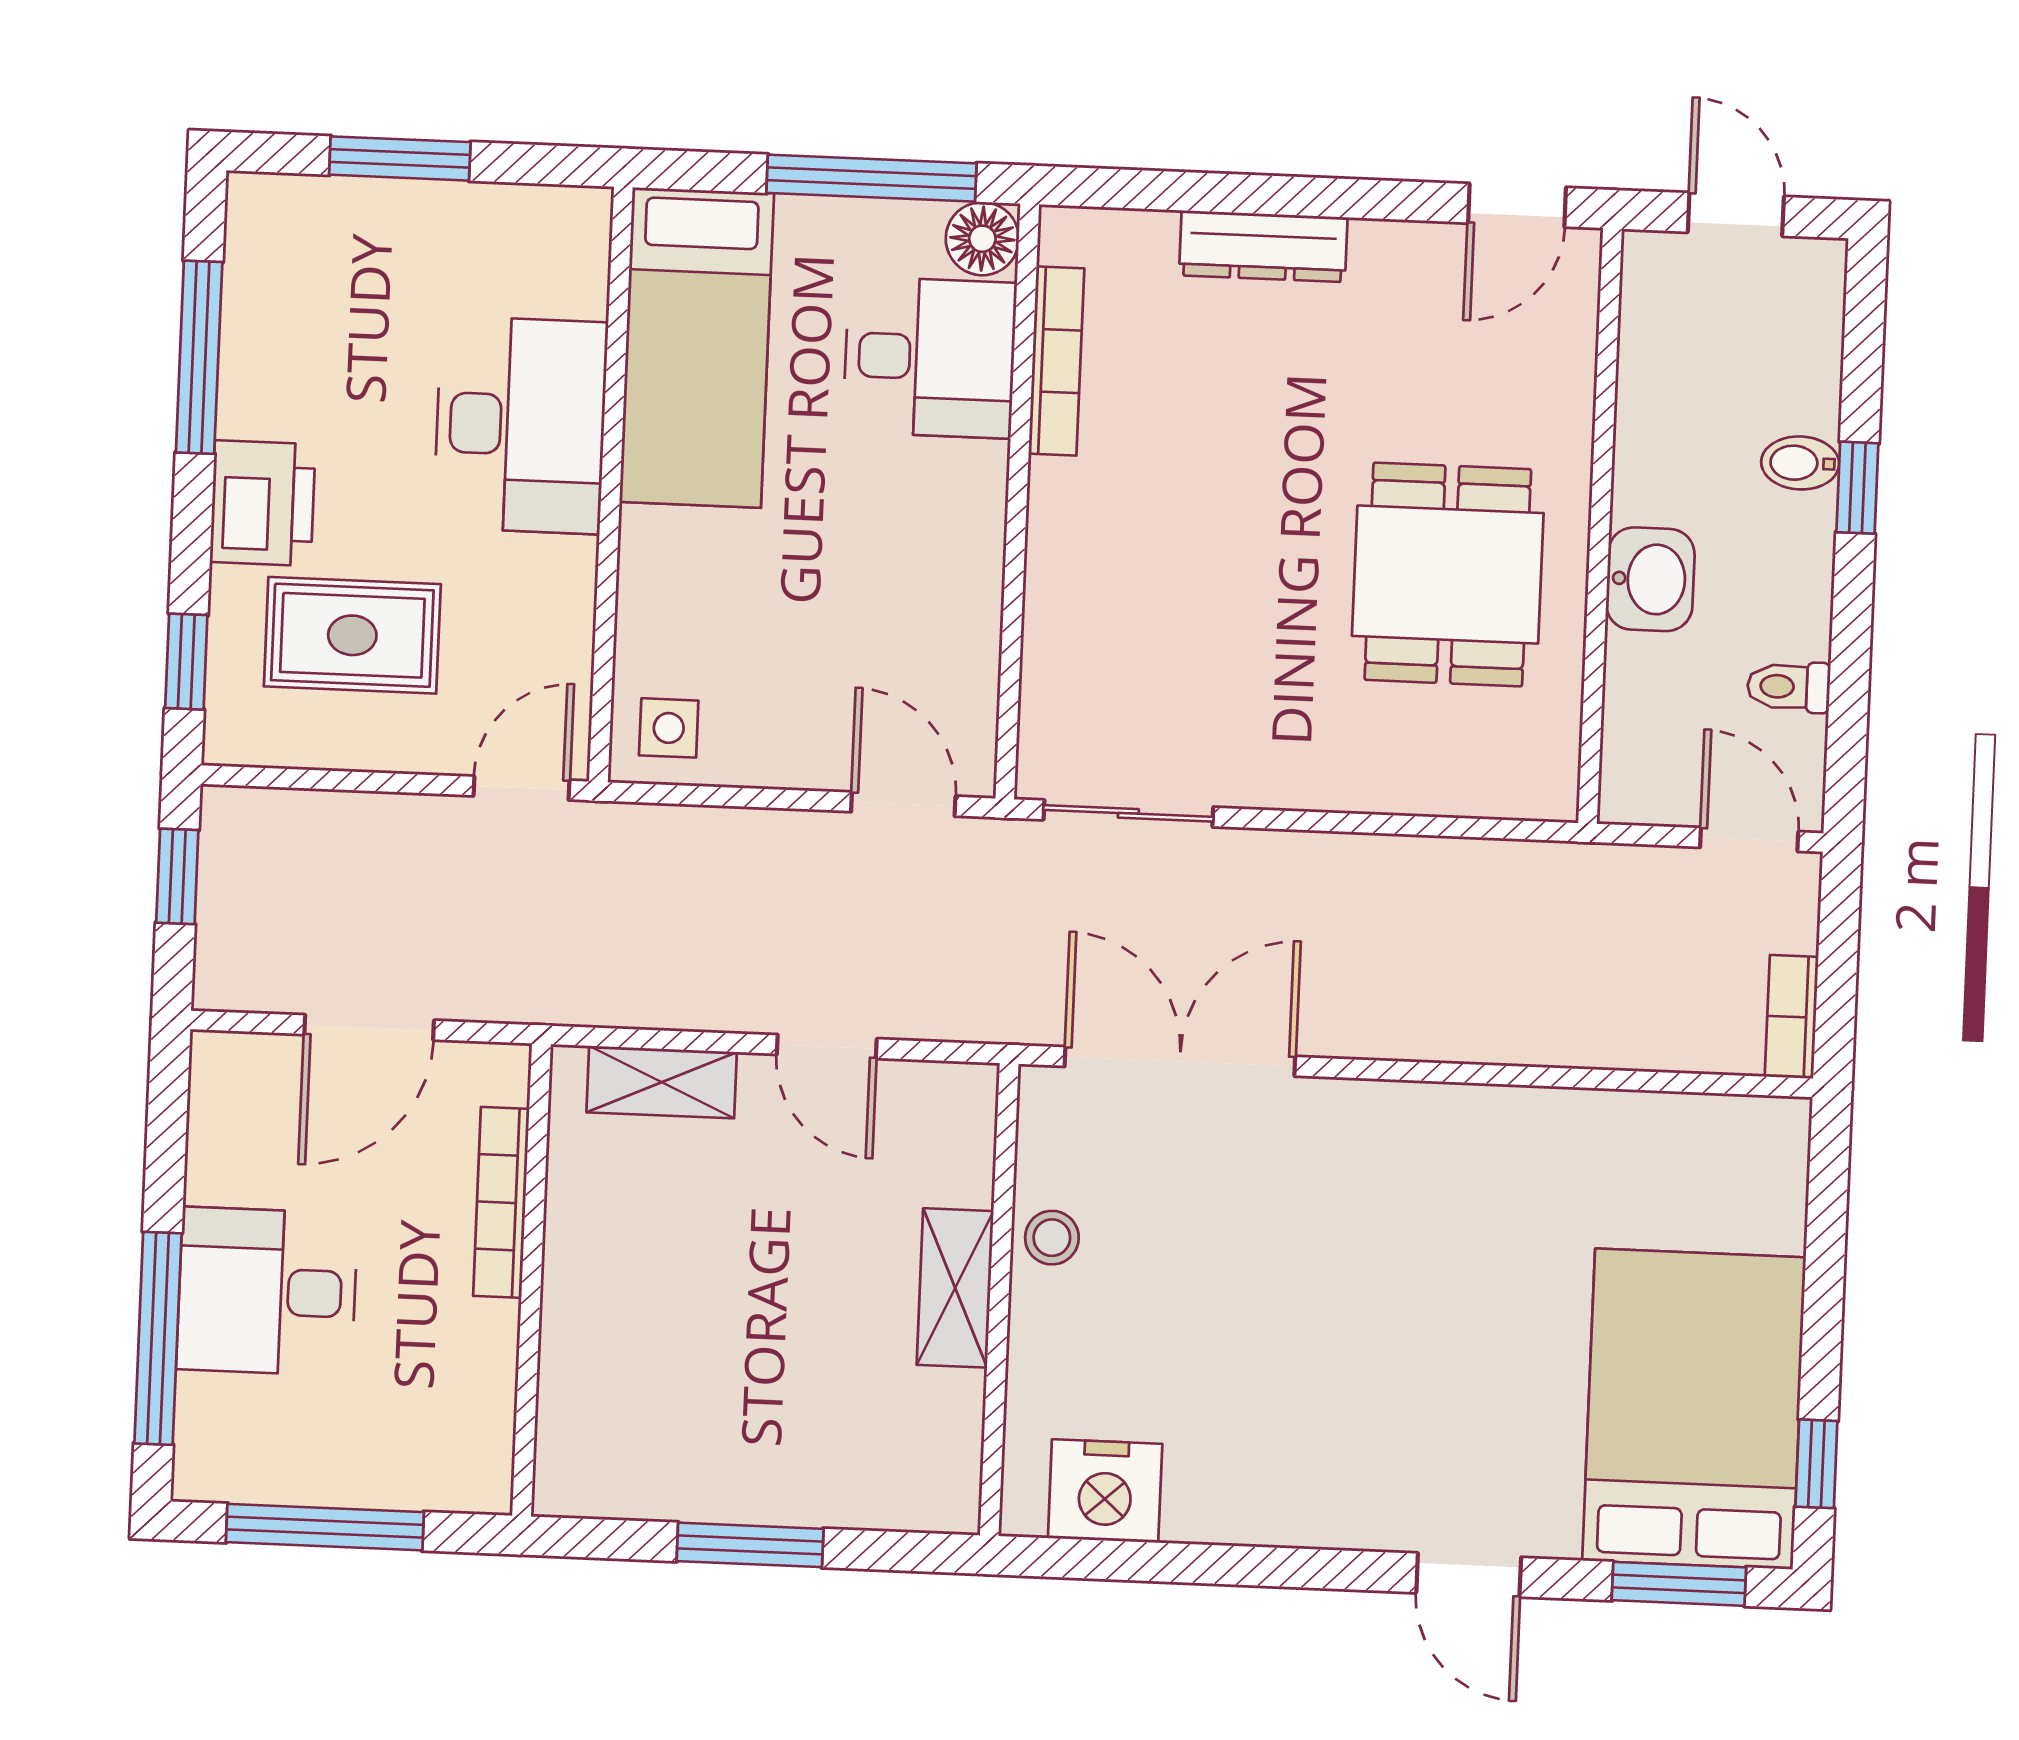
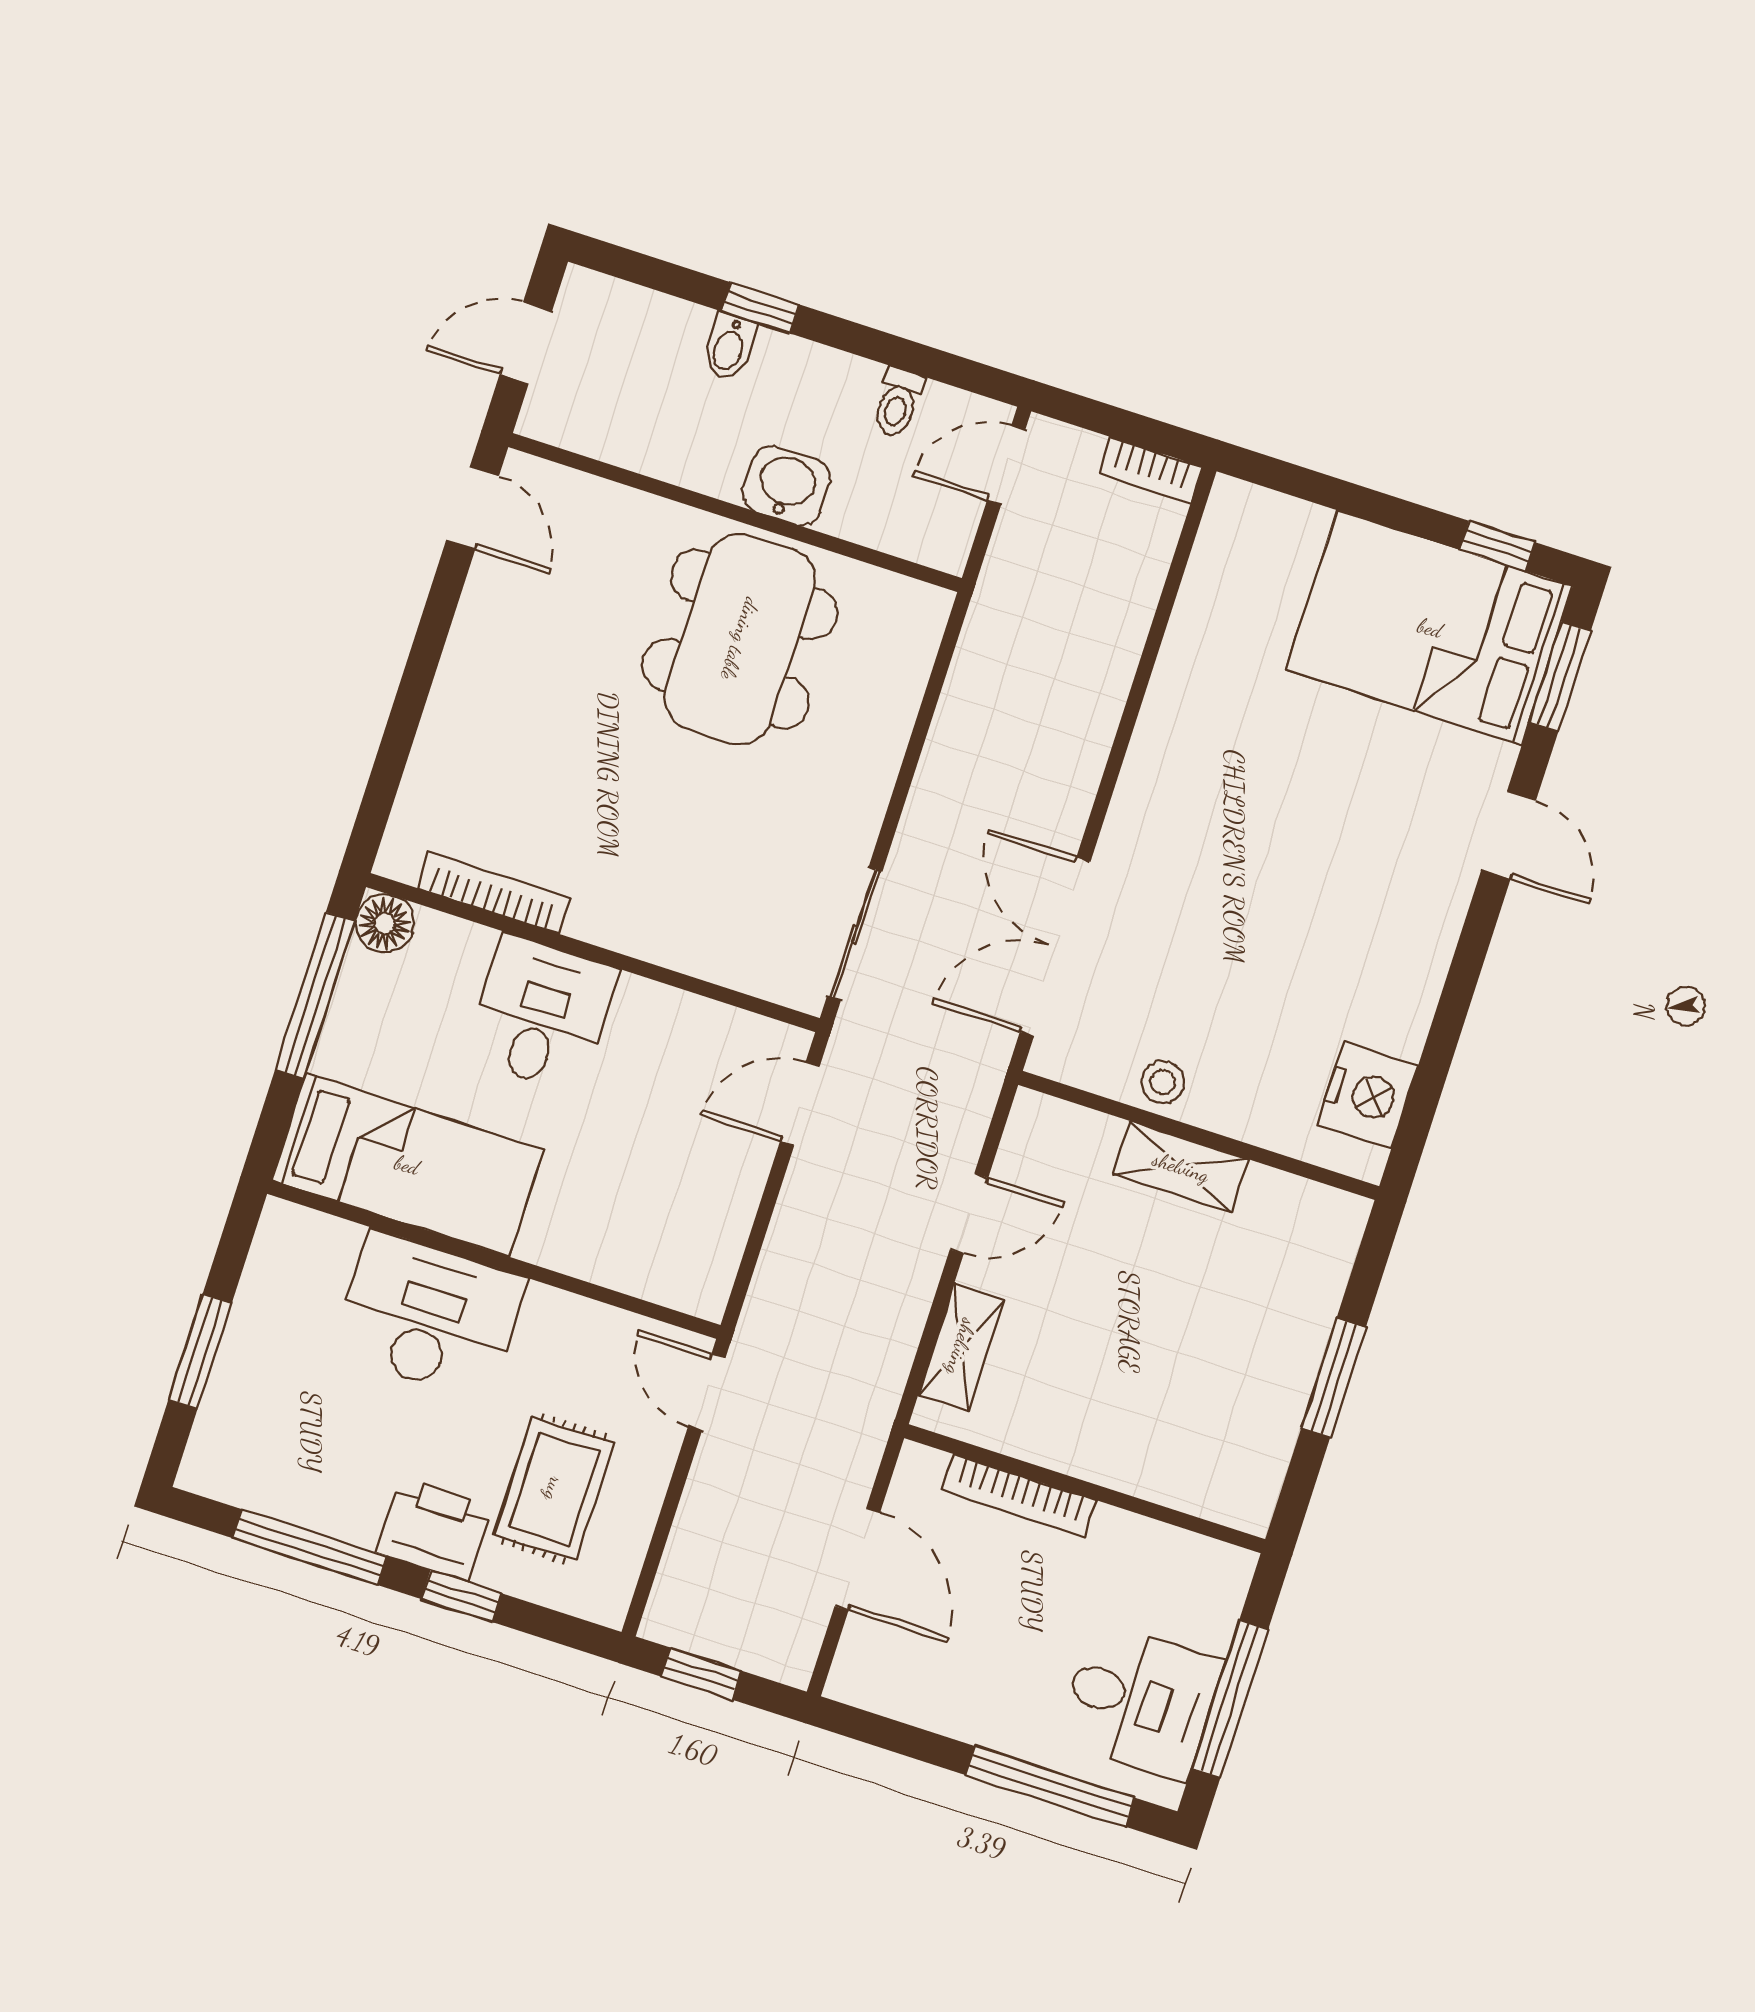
dresser: (1263, 246) -> (450, 711), removed
desk: (930, 357) -> (542, 1014), moved
dining table: (1448, 575) -> (740, 639), width x1.38
window: (186, 662) -> (462, 1596), moved
side table: (669, 728) -> (692, 1267), removed
desk: (267, 1291) -> (1140, 1701), moved, turned -90
door: (1469, 1575) -> (1509, 835), hinge flipped

